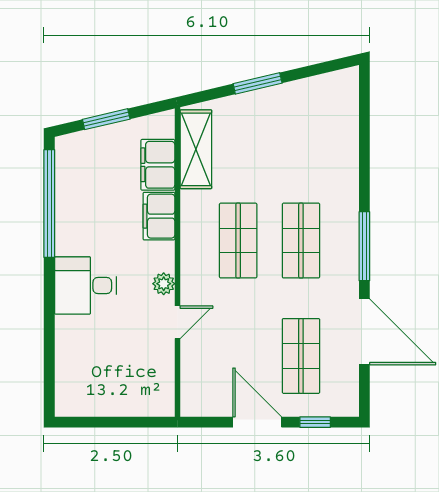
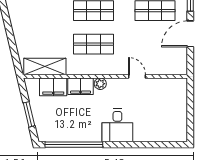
window: (258, 83) -> (10, 34), removed
plant: (164, 284) -> (100, 84), moved

